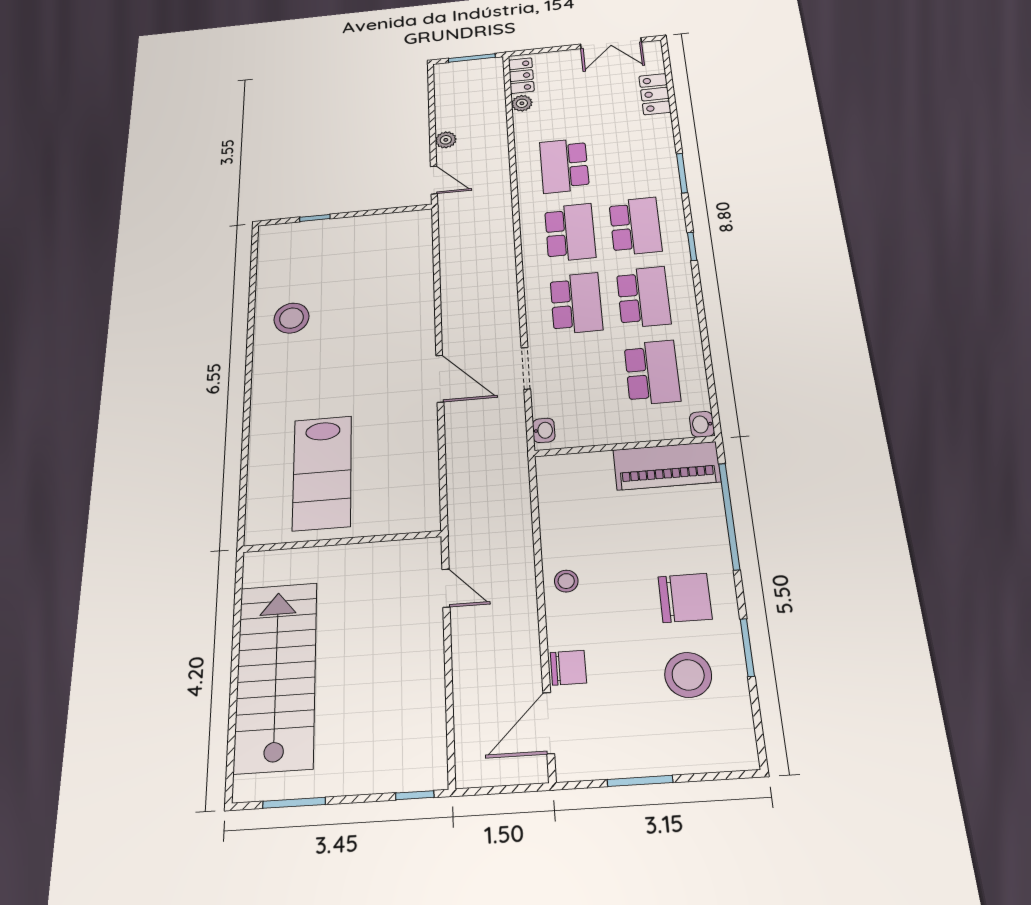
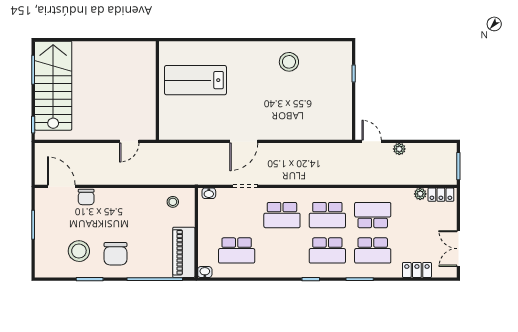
door: (434, 180) -> (372, 141), swing flipped
school desk: (643, 297) -> (373, 250), moved
stool: (566, 581) -> (173, 202), moved
stairs: (276, 676) -> (53, 86), moved, turned -90

